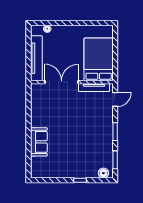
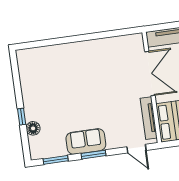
sofa: (39, 142) -> (86, 142), moved, turned 180
floor lamp: (103, 173) -> (33, 128), moved

